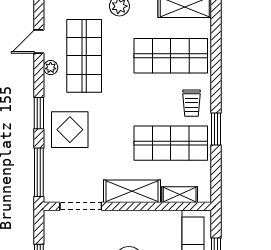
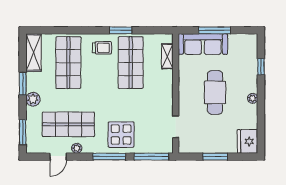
door: (39, 42) -> (58, 157), hinge flipped
window: (39, 113) -> (109, 157), width x1.44
shelving: (132, 191) -> (165, 90), removed
doorway: (81, 206) -> (176, 127), width x0.73

